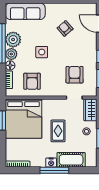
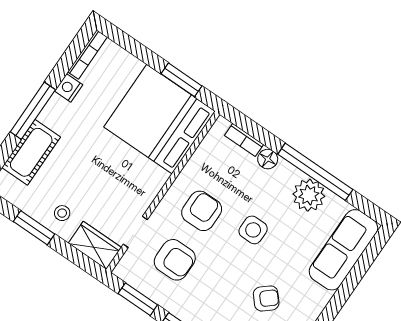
plant: (11, 54) -> (286, 175), removed
armchair: (32, 81) -> (202, 211), moved, turned 90
rug: (58, 131) -> (97, 164), removed
nightstand: (51, 163) -> (69, 88), moved

